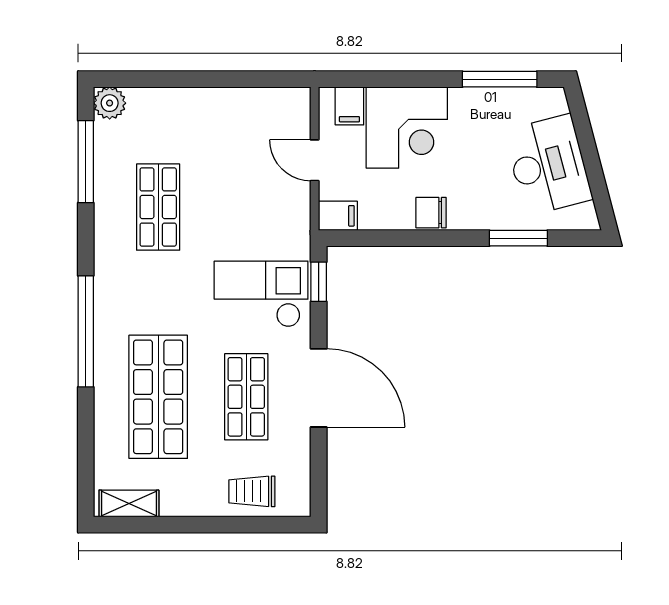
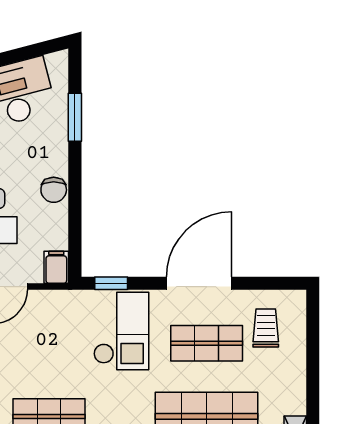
checkout: (261, 294) -> (121, 331), turned 180
trolley: (252, 491) -> (266, 328), moved, turned 180

